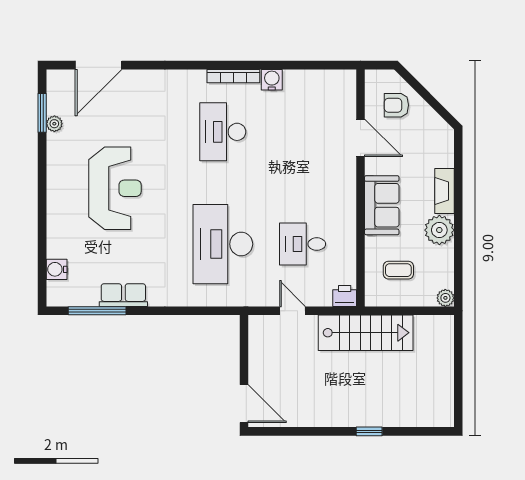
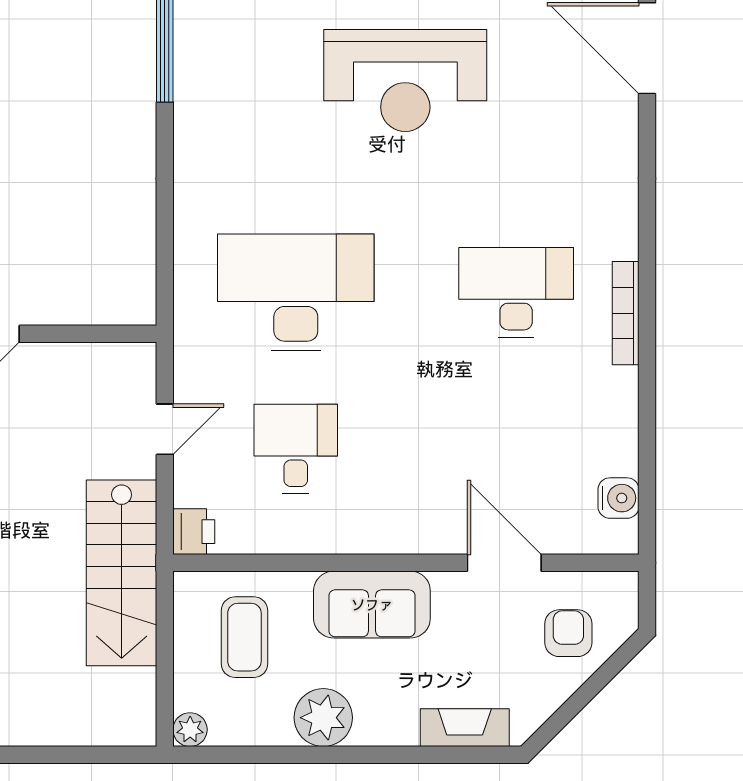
water cooler: (272, 80) -> (618, 498), moved
door: (360, 138) -> (504, 563), swing flipped
fireplace: (444, 191) -> (465, 728), moved
coffee table: (398, 270) -> (244, 637), width x1.36, depth x1.30
row of seats: (123, 295) -> (195, 97), removed

